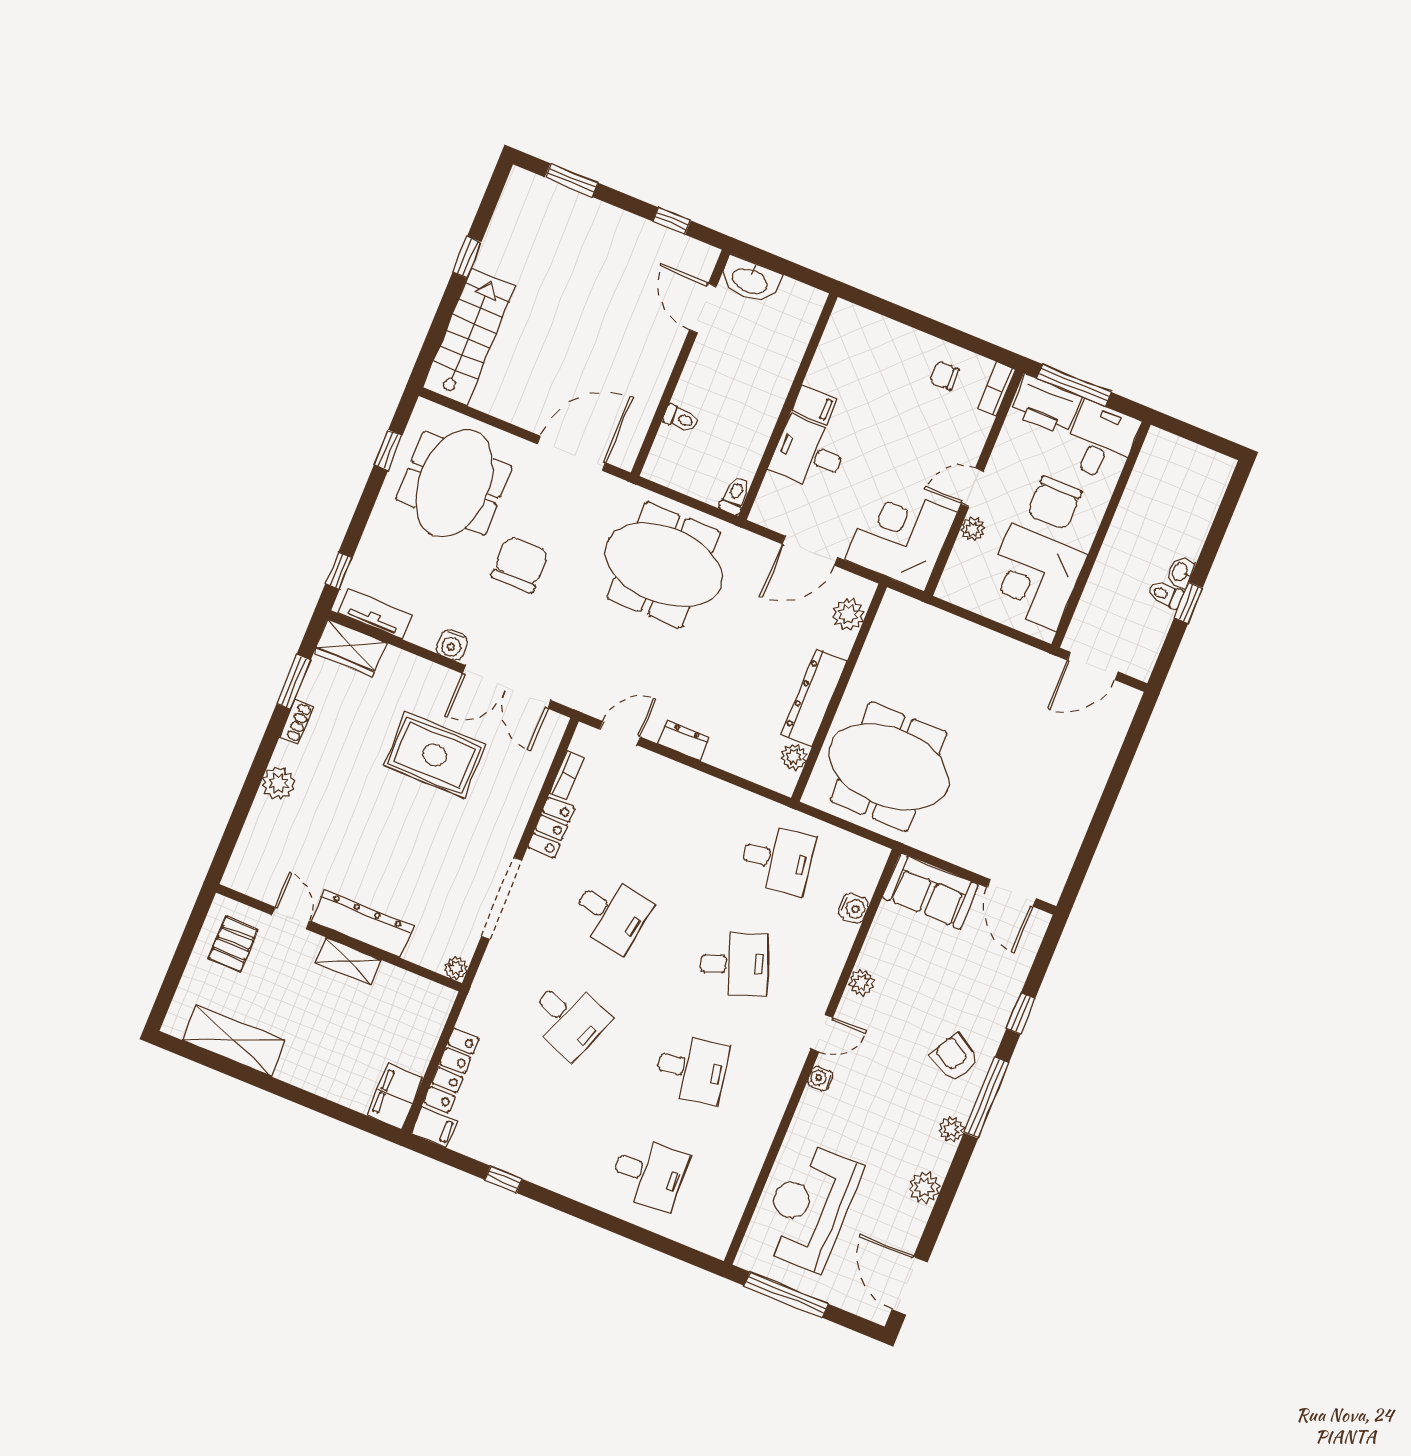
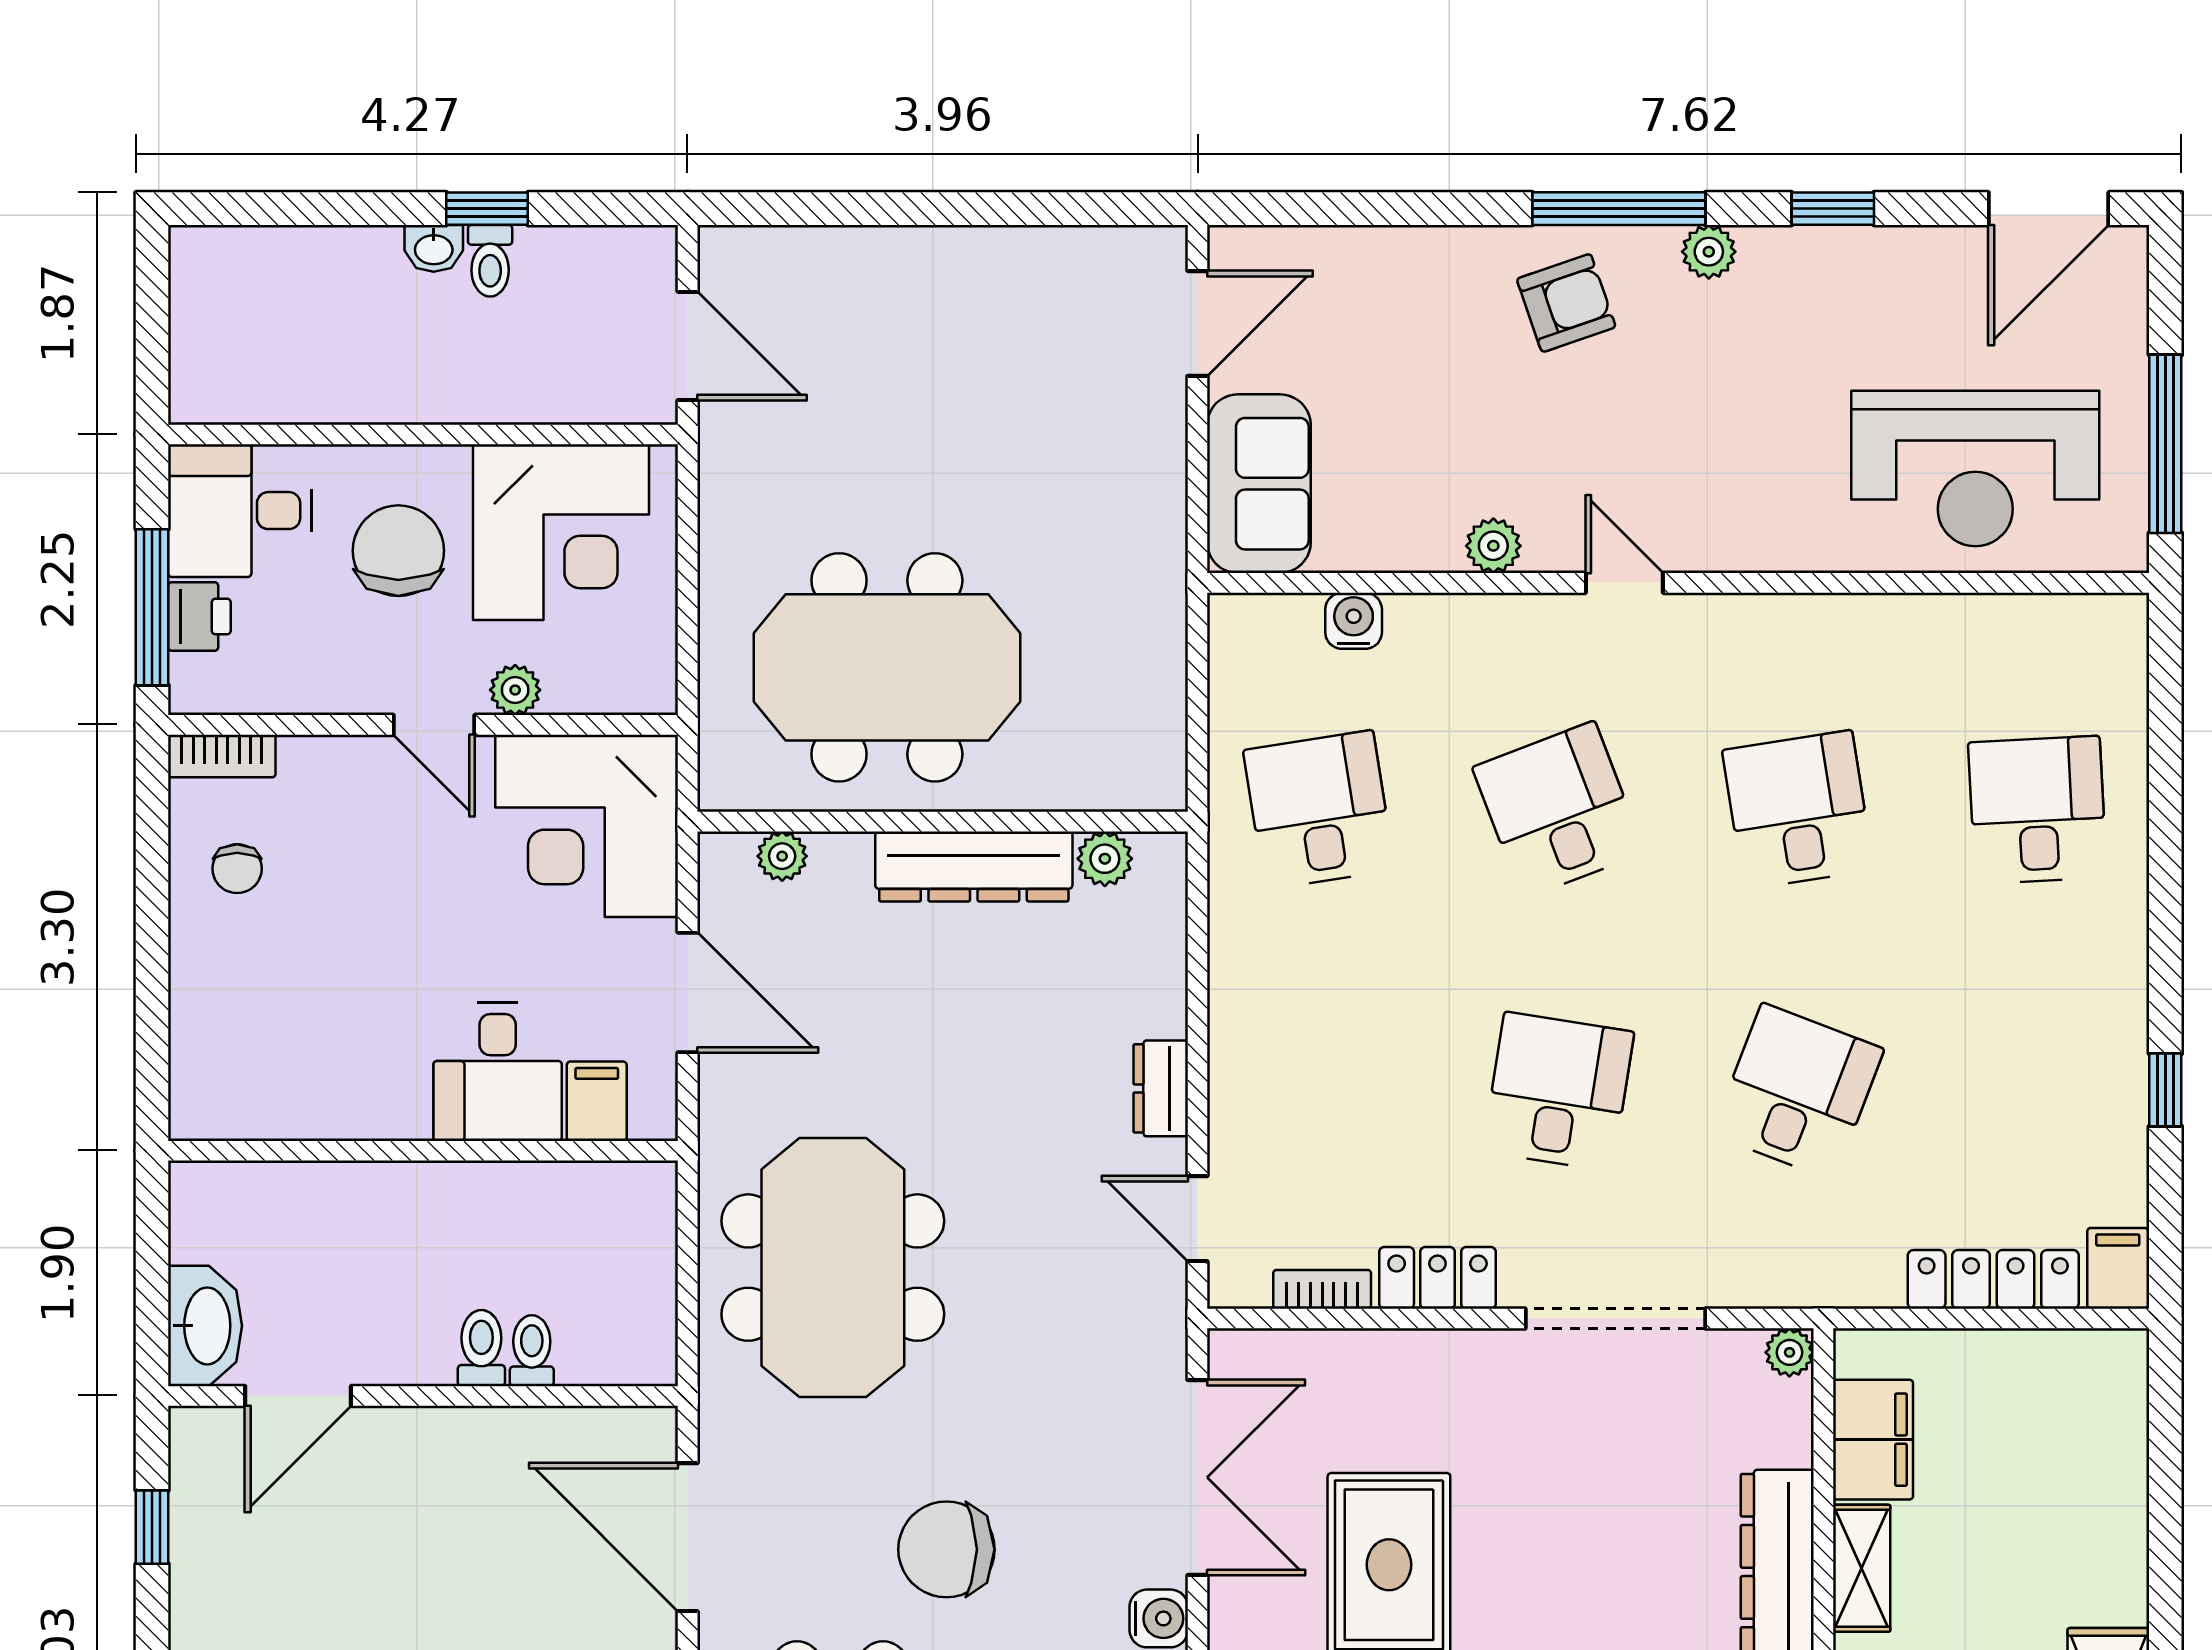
filing cabinet: (814, 405) -> (597, 1101), moved
printer: (1046, 405) -> (199, 617), width x0.53, depth x0.68
toilet: (735, 495) -> (481, 1348), moved, turned 90
chair: (1055, 503) -> (398, 551), turned -90
plant: (849, 615) -> (782, 856), width x0.73, depth x0.73
meeting table: (889, 767) -> (887, 667), moved, turned 90
window: (1021, 1014) -> (1833, 209), moved
armchair: (955, 1058) -> (1566, 303), turned -139
water cooler: (820, 1078) -> (1714, 550), removed
filing cabinet: (395, 1096) -> (1873, 1440), moved, turned -90
plant: (924, 1187) -> (1844, 259), removed

